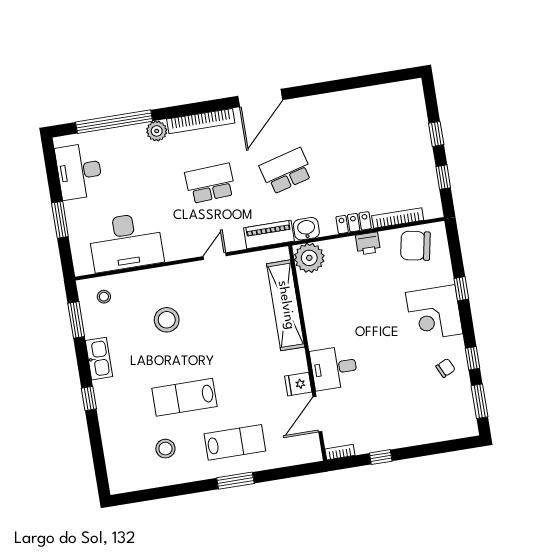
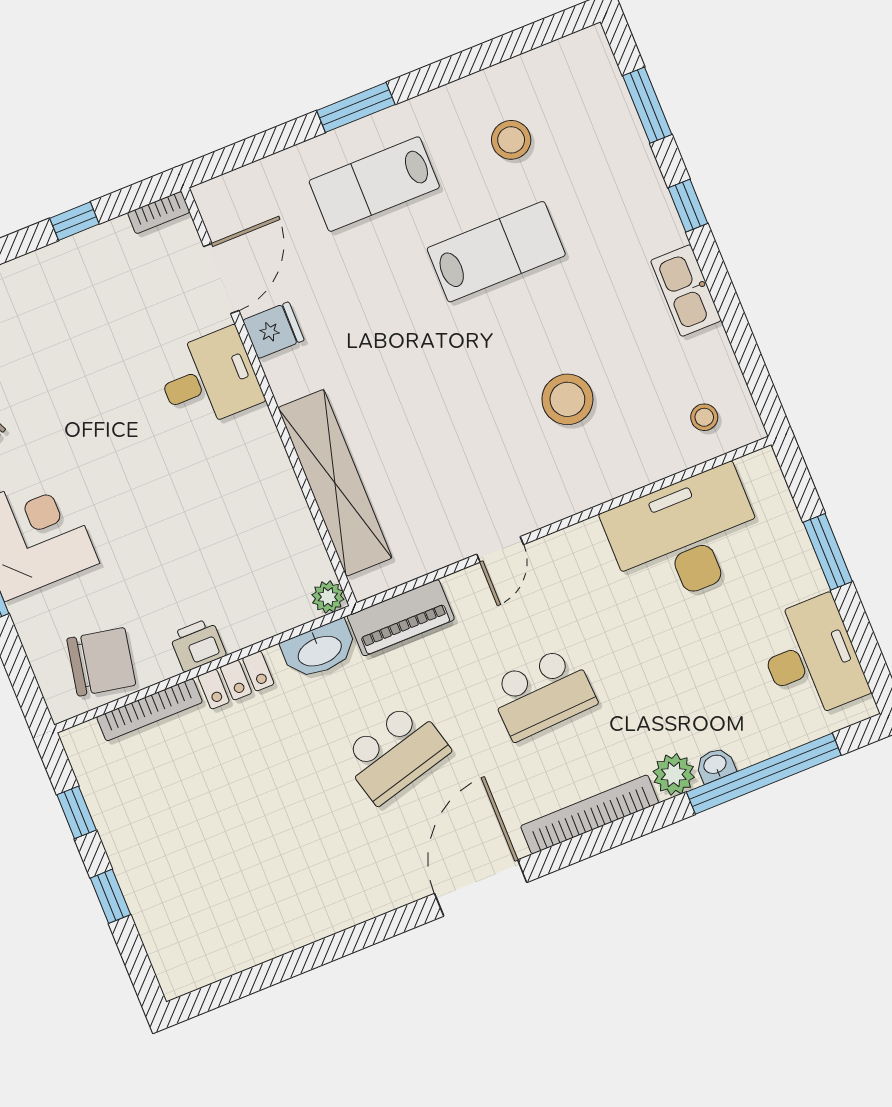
washbasin: (136, 131) -> (715, 765), added
washbasin: (306, 229) -> (319, 650), width x1.38
plant: (309, 258) -> (328, 597), width x0.53, depth x0.53
window: (76, 320) -> (647, 105), moved

